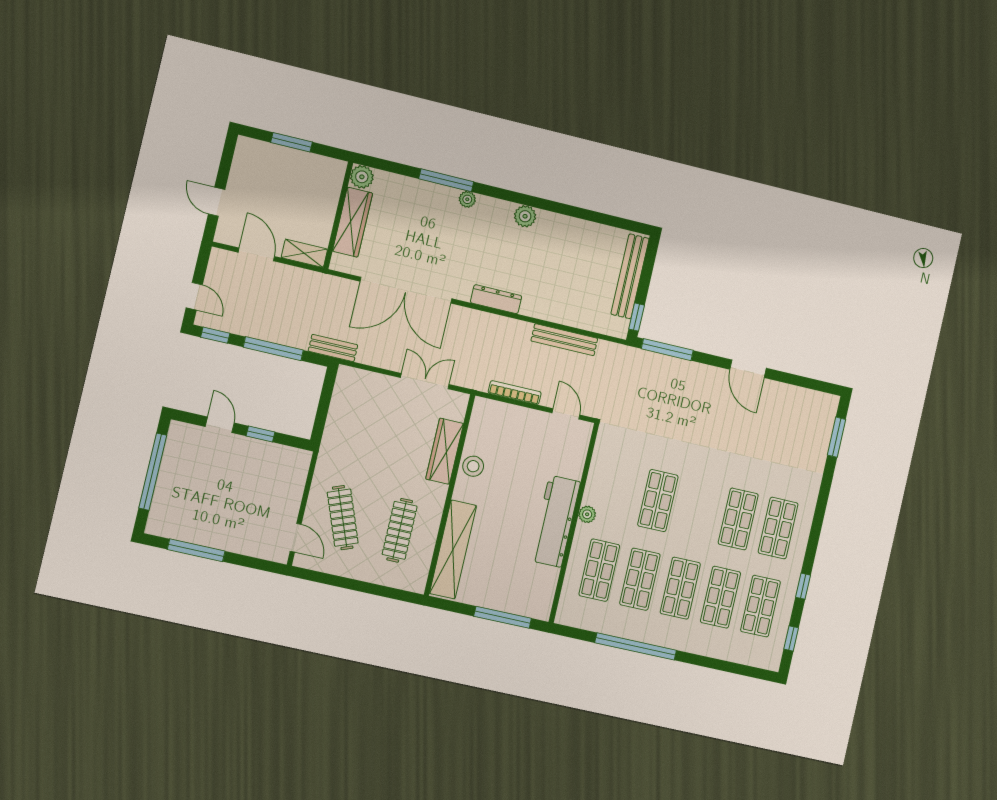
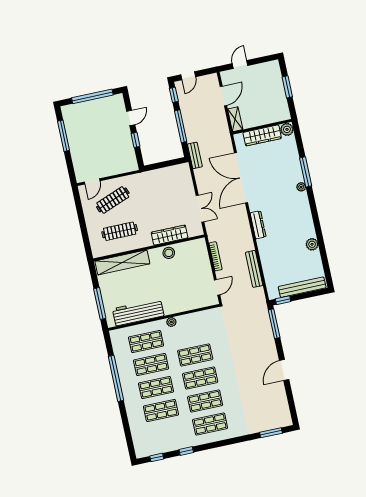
plant: (525, 216) -> (312, 244), moved
workbench: (555, 521) -> (138, 312), moved
shop shelf: (760, 606) -> (200, 378), moved

